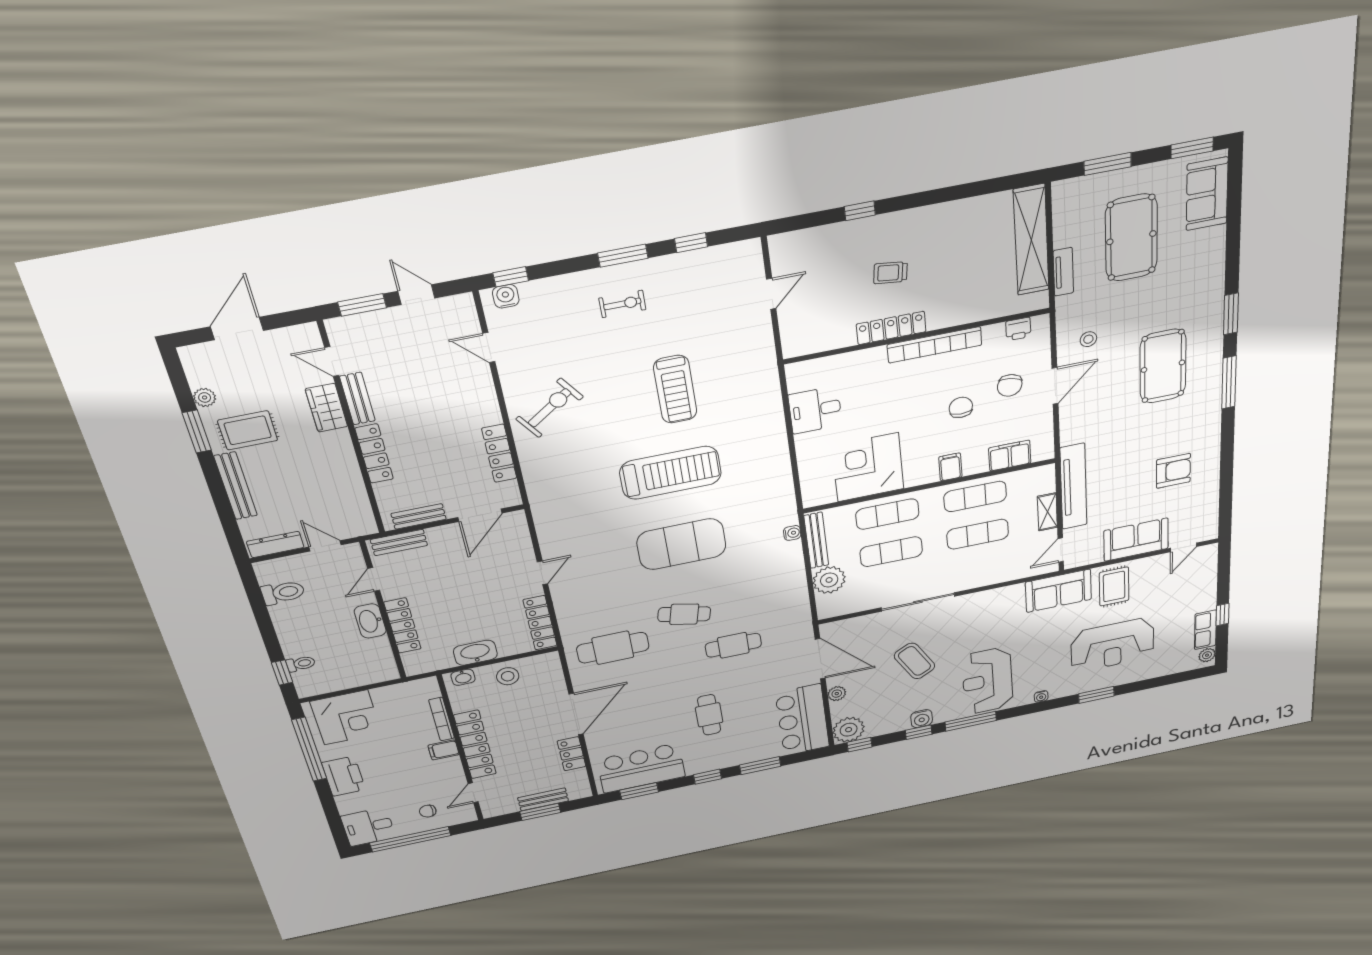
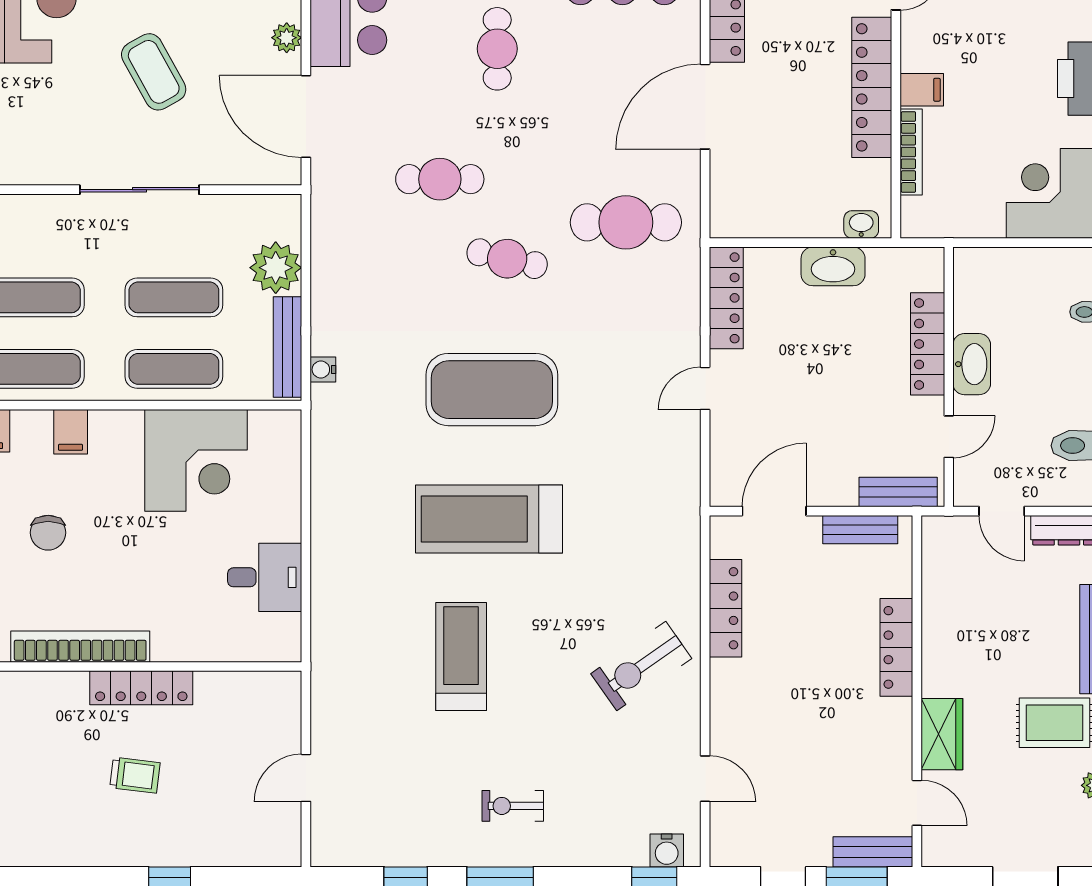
bench: (357, 399) -> (873, 852), moved, turned 90
stool: (508, 676) -> (794, 209), removed

